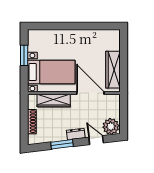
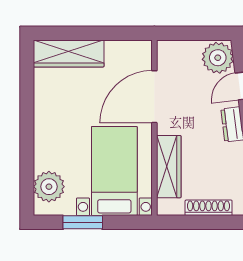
plant: (43, 38) -> (49, 187), added
wardrobe: (113, 70) -> (69, 54), moved

